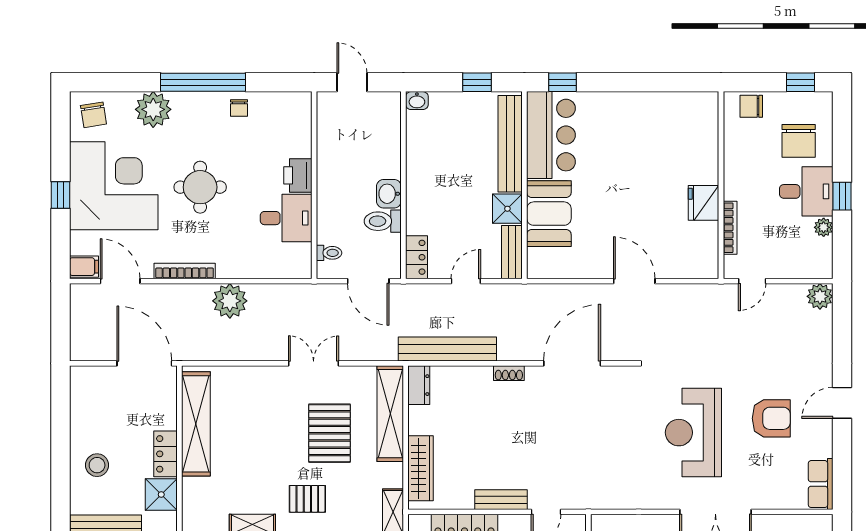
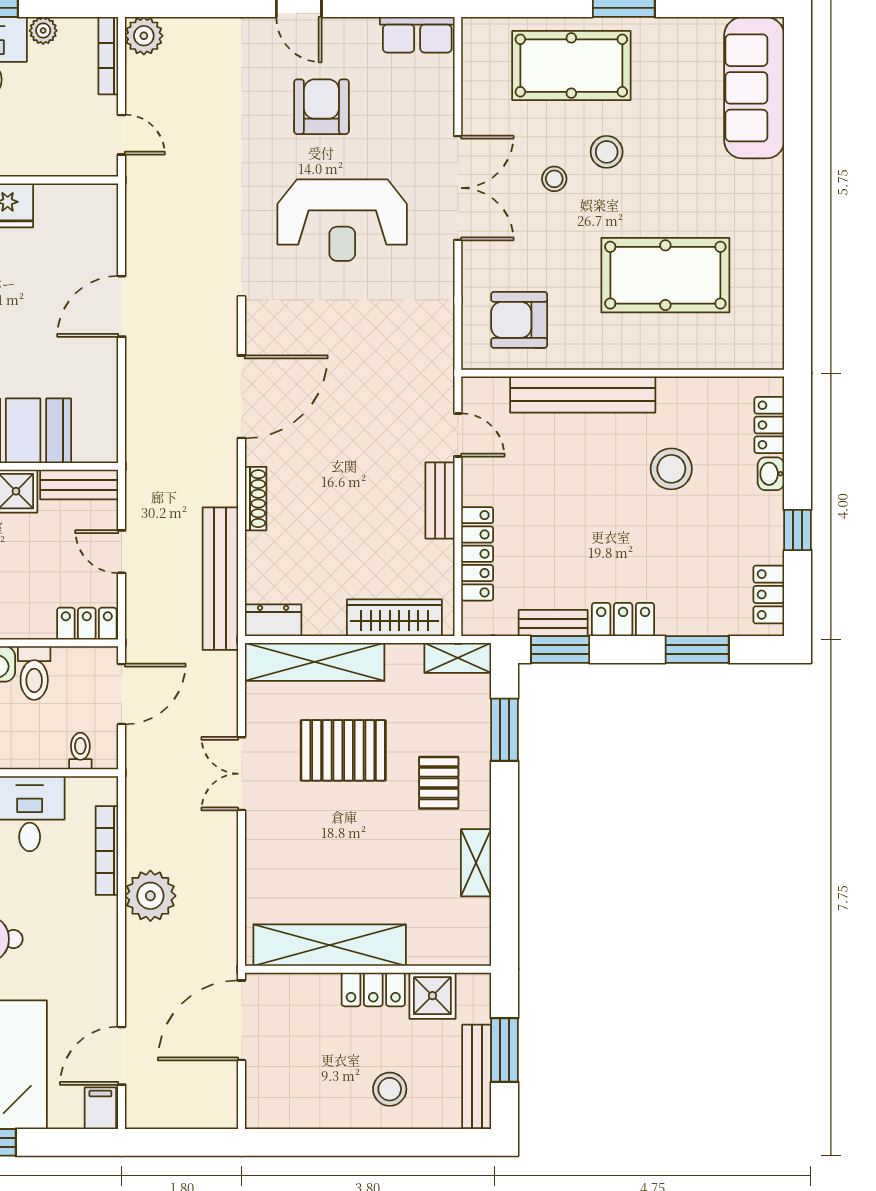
bookcase: (730, 228) -> (108, 56), moved, turned -90
bookcase: (185, 271) -> (107, 851), moved
door: (572, 363) -> (241, 397), swing flipped
shoe rack: (509, 373) -> (256, 499), width x1.43

